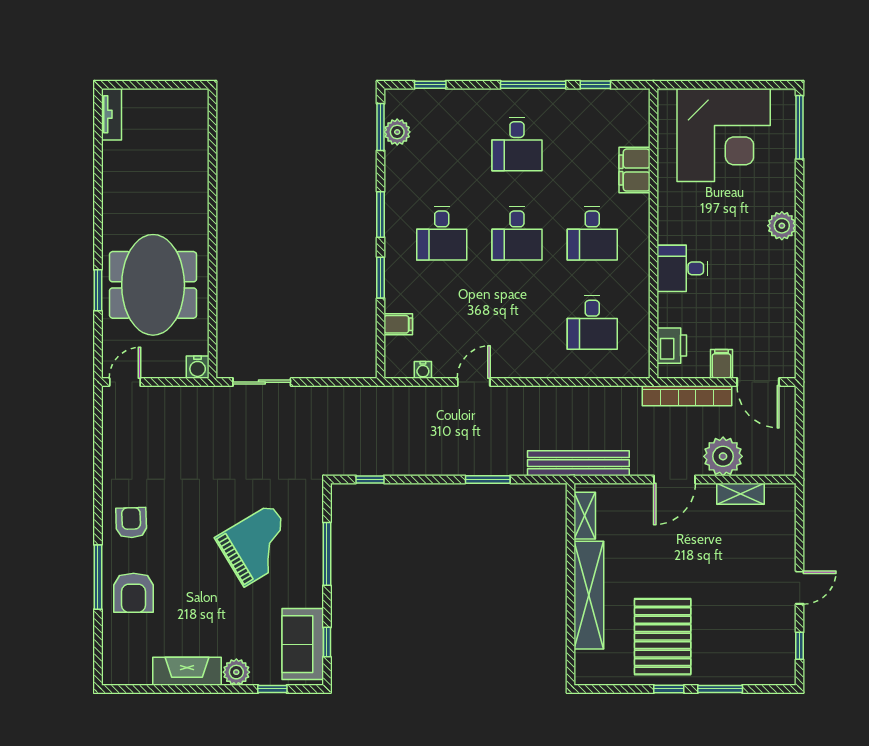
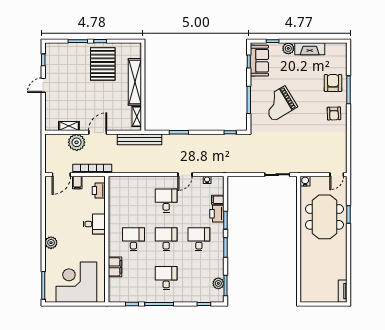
printer: (400, 292) -> (217, 214), added
desk: (592, 323) -> (166, 200), moved
door: (758, 382) -> (61, 175), swing flipped

